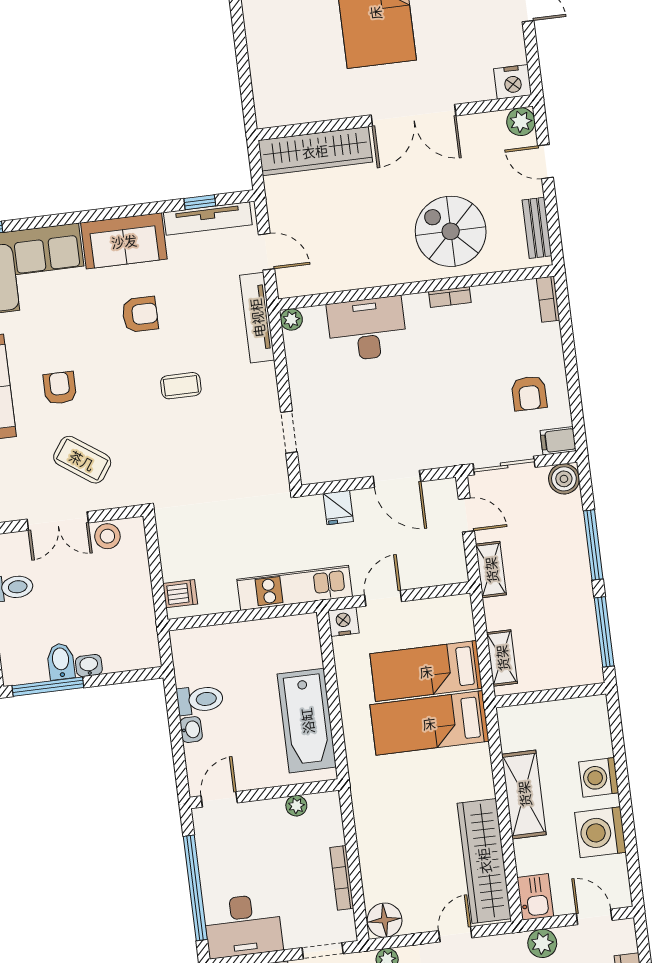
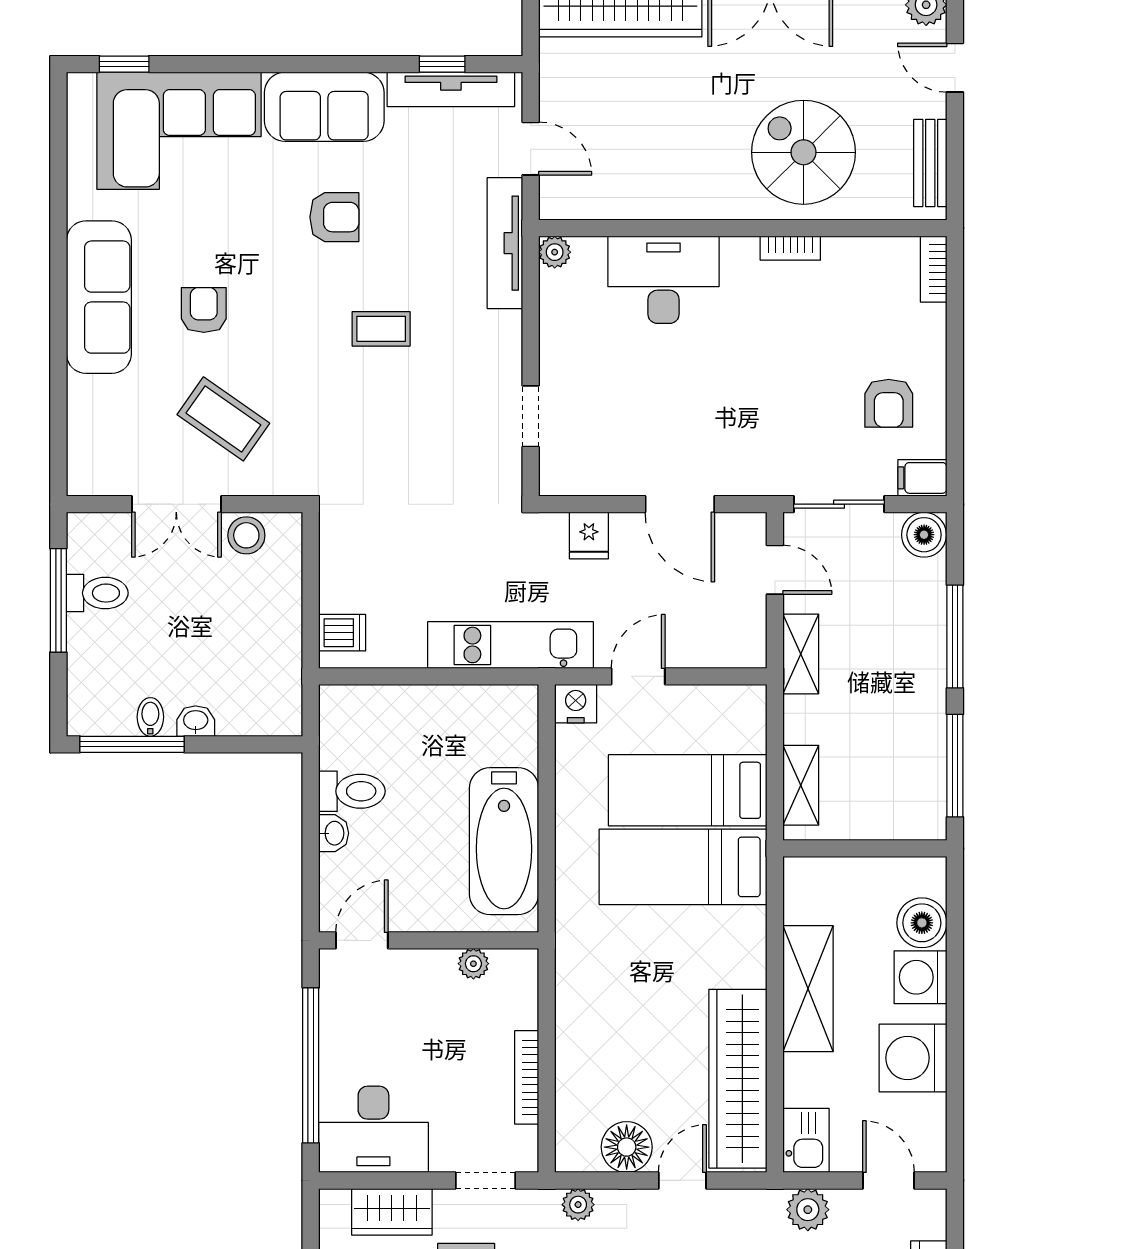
bidet: (61, 661) -> (150, 717), width x0.72, depth x0.74
boiler: (595, 740) -> (922, 923), added
floor lamp: (385, 920) -> (627, 1147), moved

